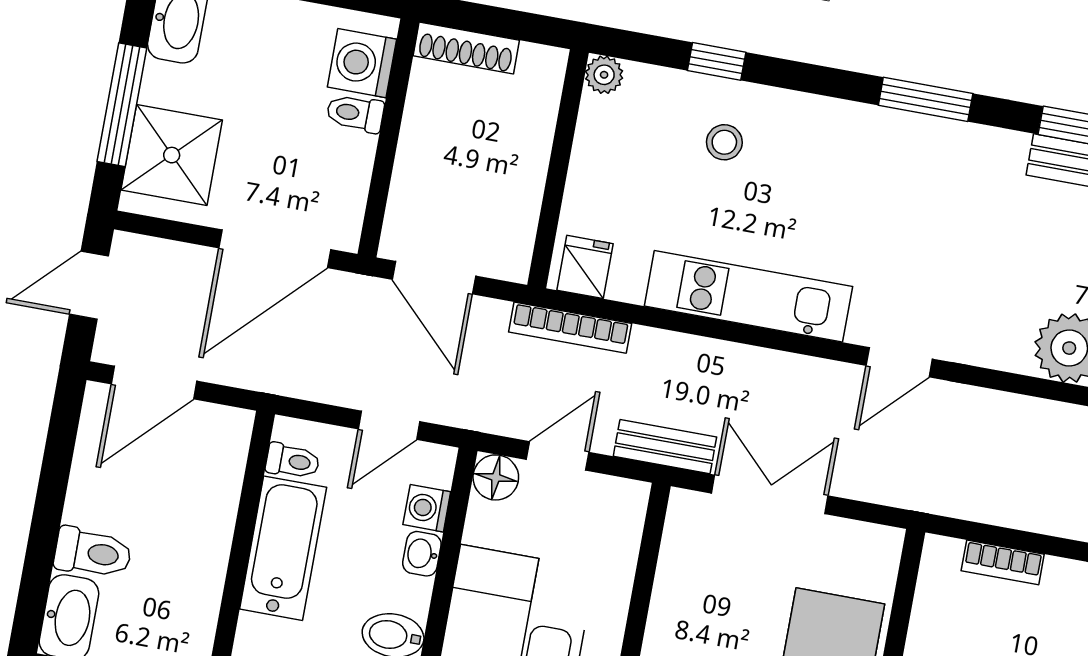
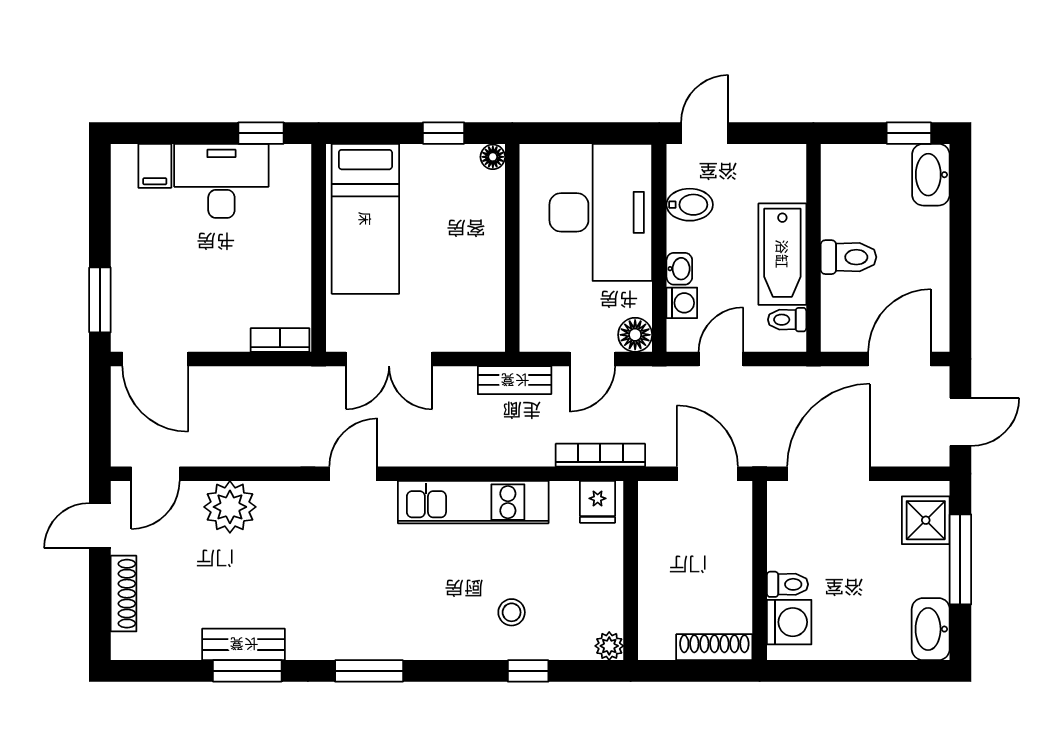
shower: (172, 155) -> (926, 520), width x0.73, depth x0.73
double door: (770, 494) -> (389, 359), moved
toilet: (93, 553) -> (848, 257), moved, turned 180
bookcase: (1003, 562) -> (280, 340), moved

